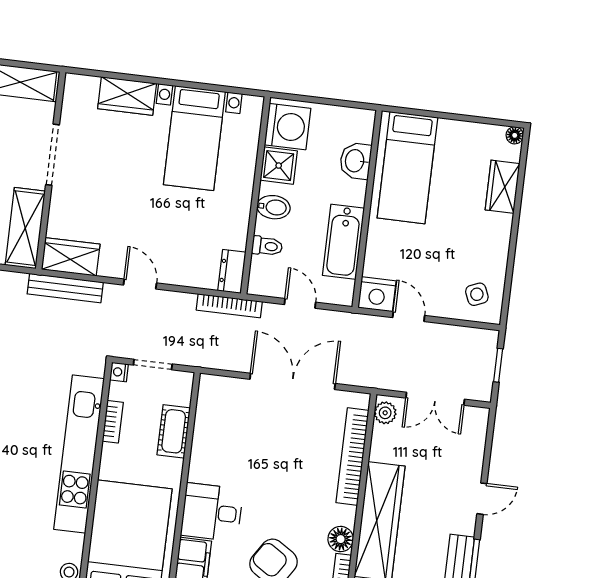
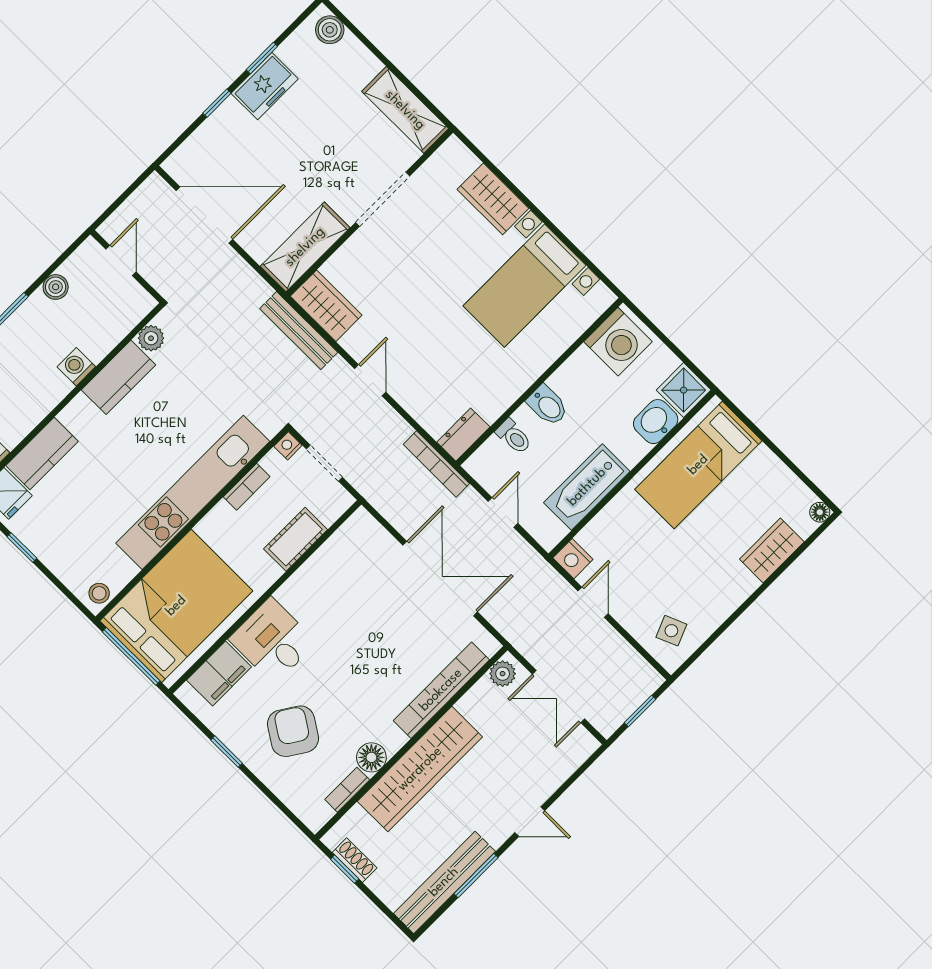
shower: (279, 166) -> (684, 390), moved
nightstand: (377, 294) -> (573, 559), width x0.74, depth x0.75

